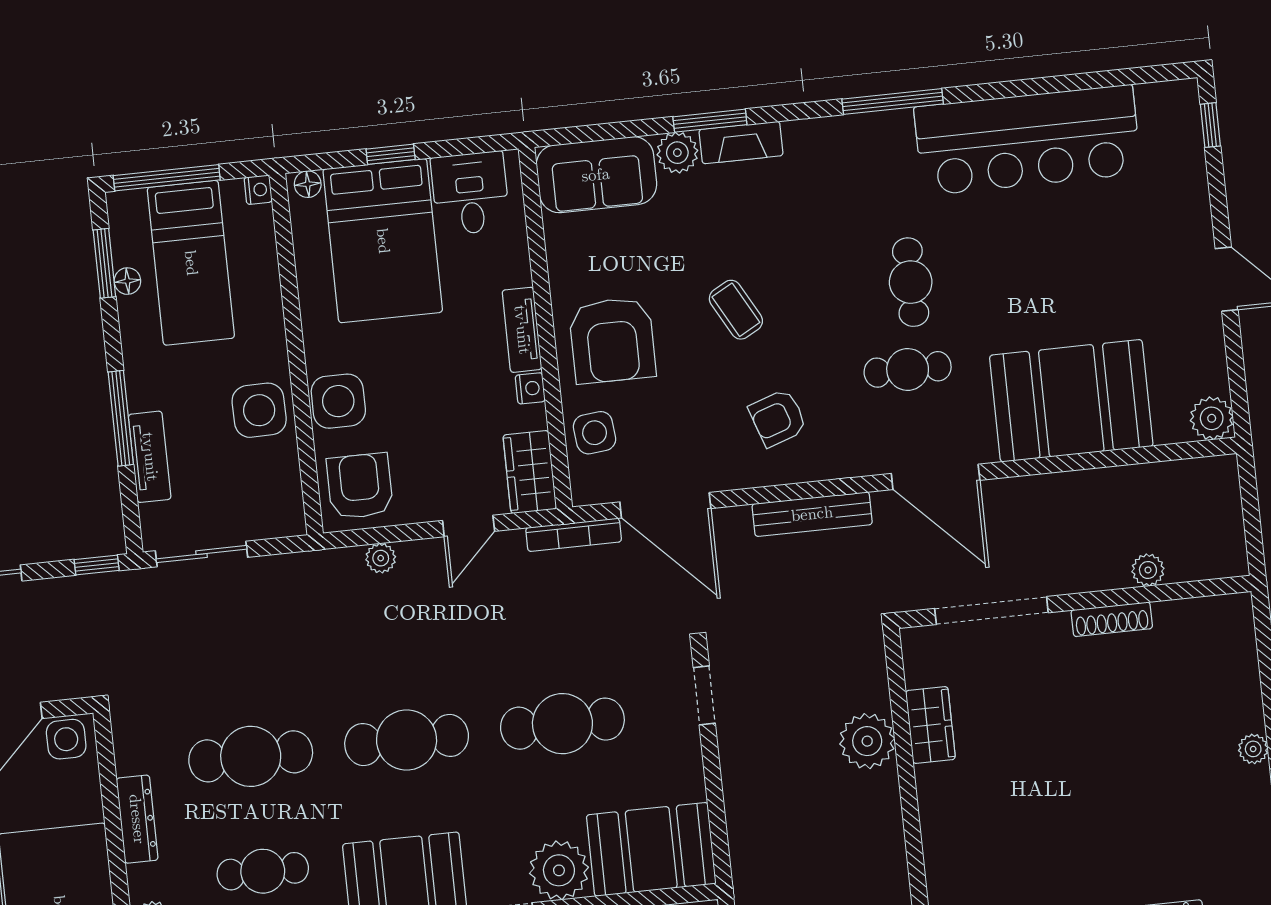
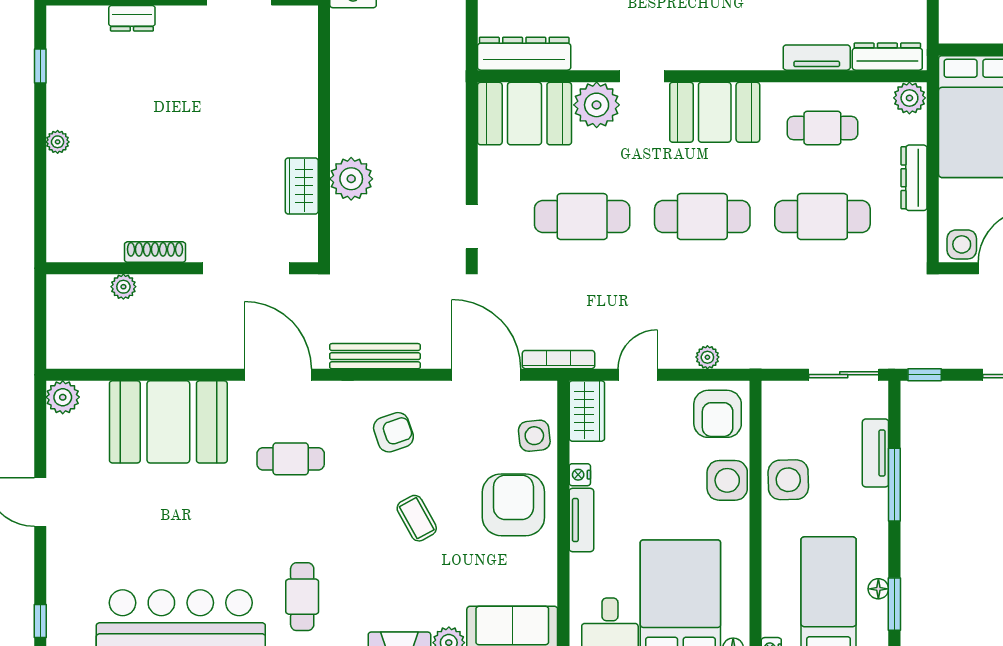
cafe table: (911, 282) -> (302, 597), moved

